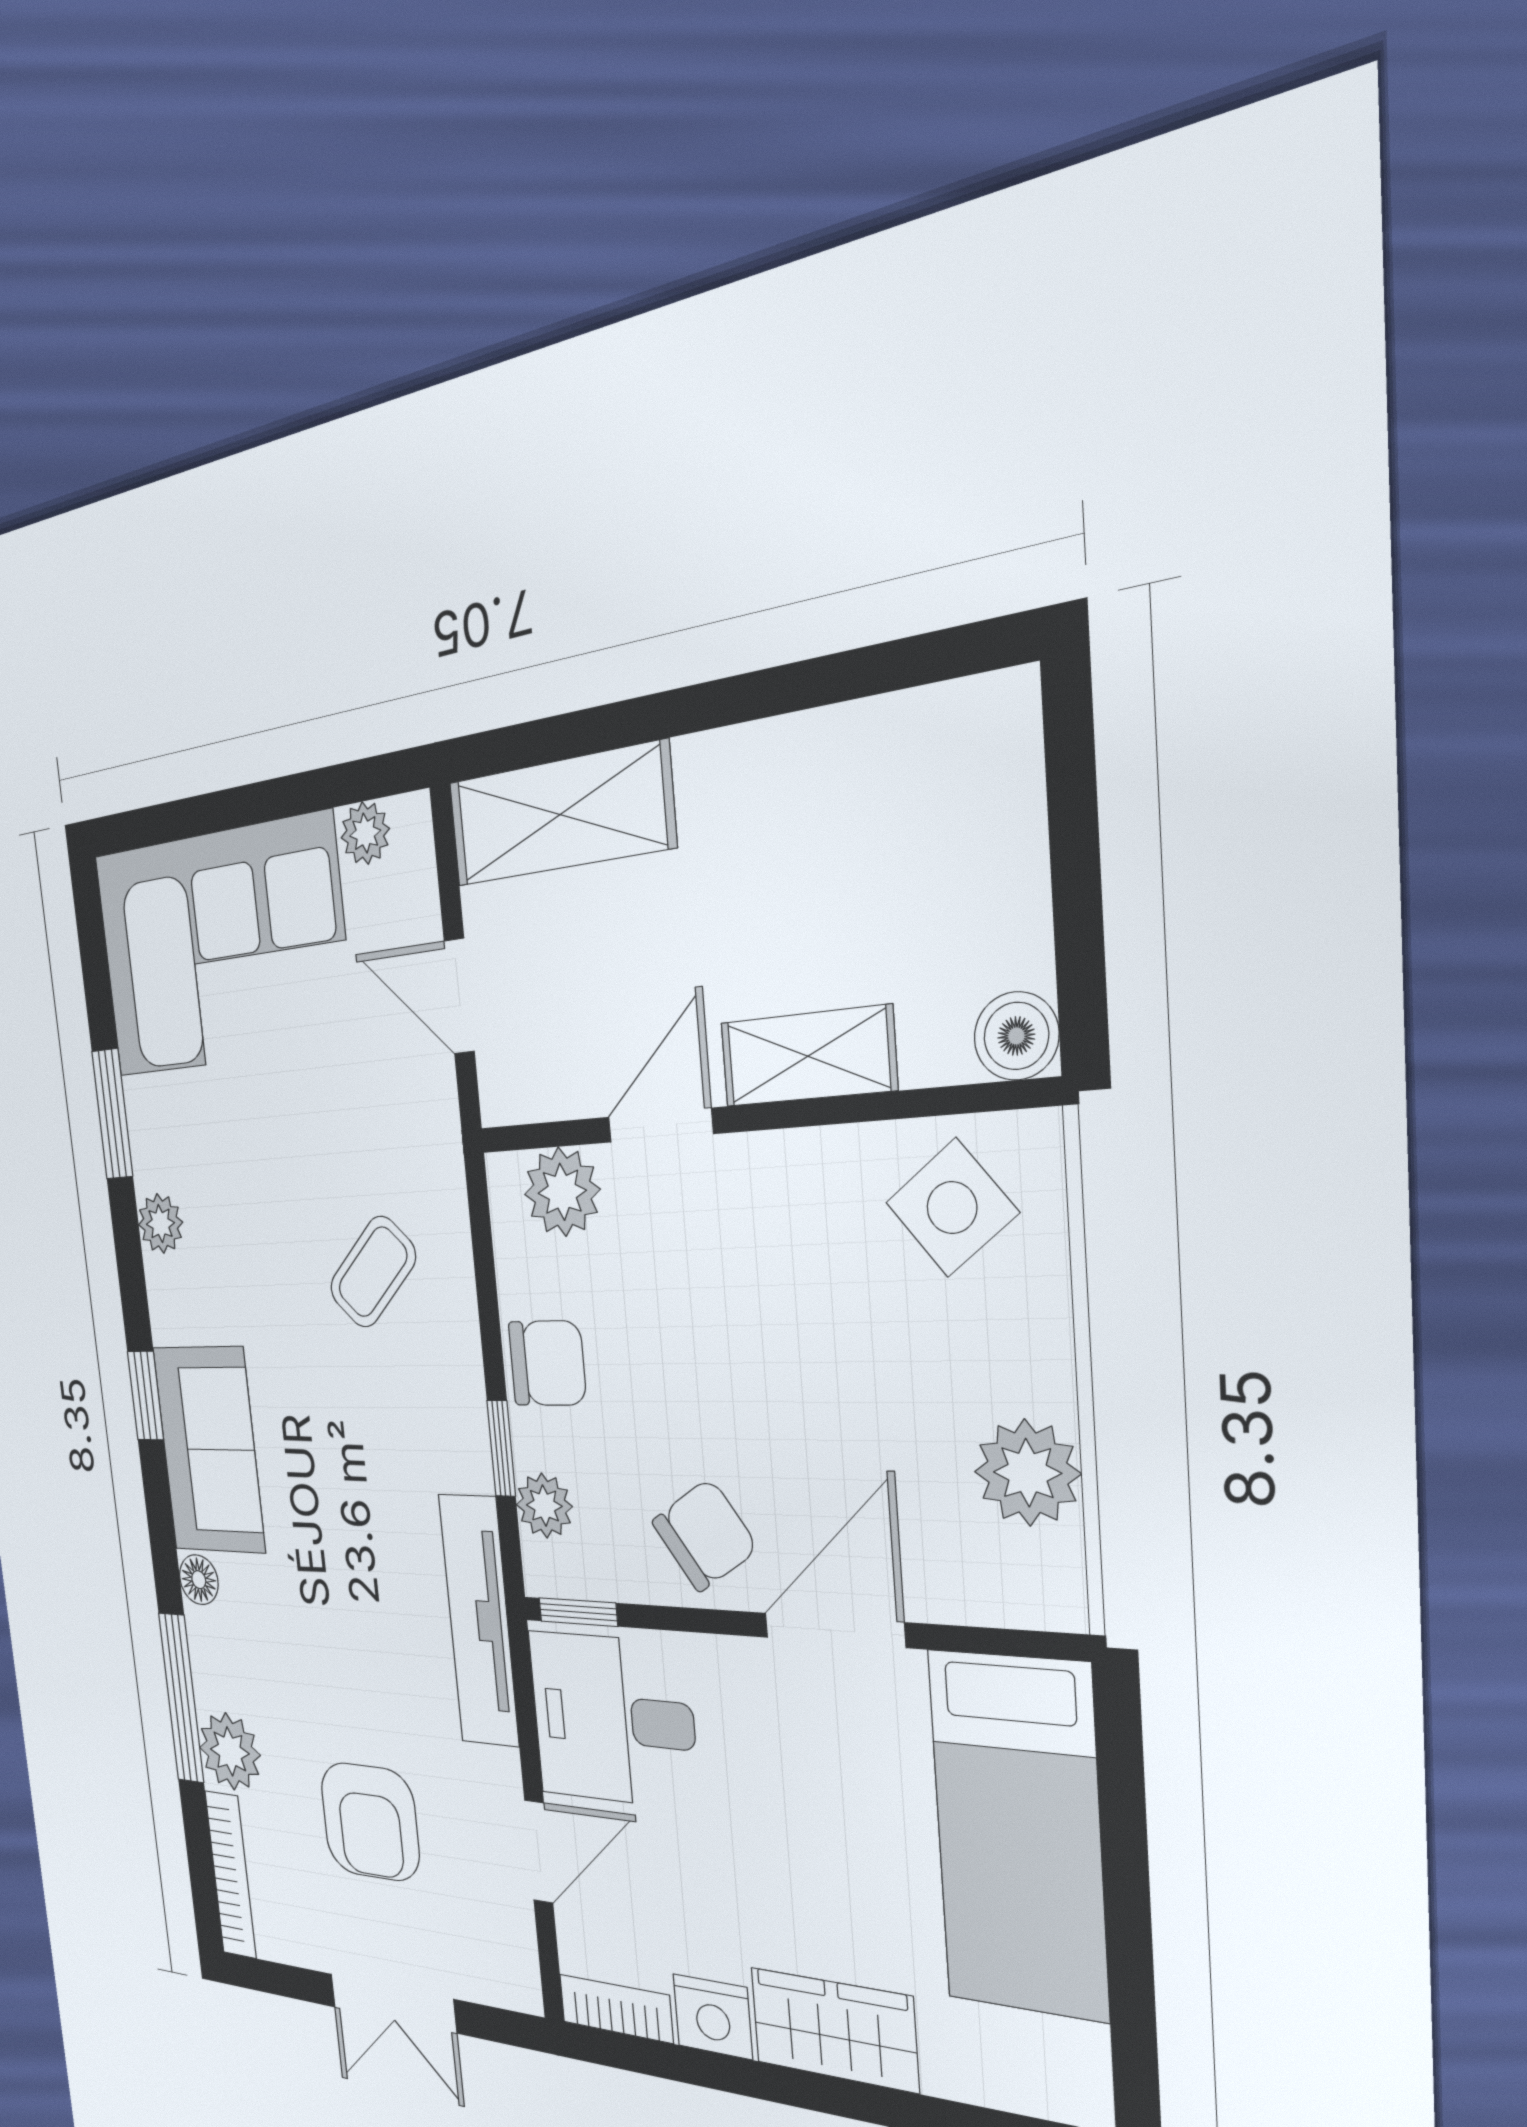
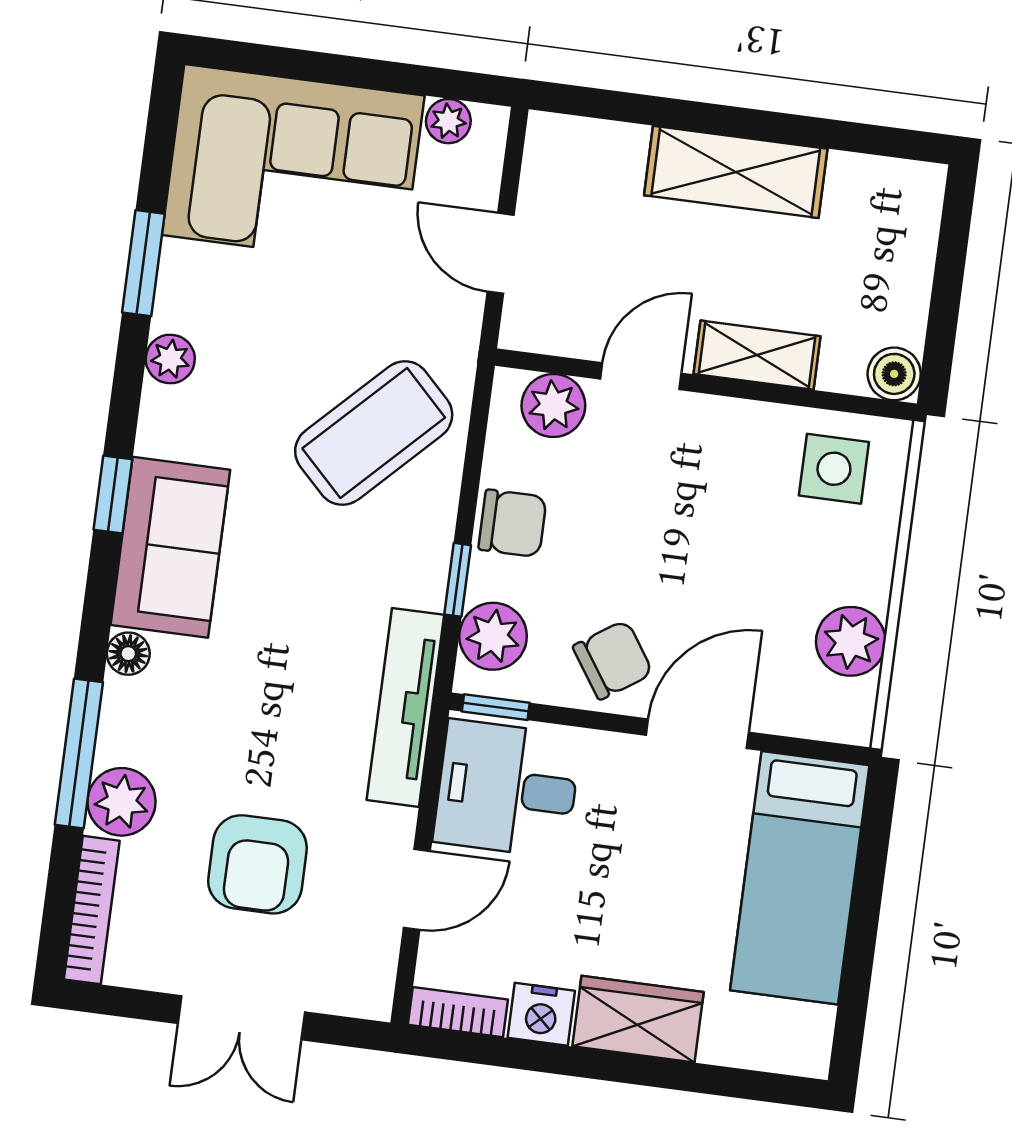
shelving: (560, 815) -> (736, 172), moved
side table: (952, 1208) -> (834, 469), turned 38
coffee table: (373, 1272) -> (374, 433), width x1.86, depth x1.72
plant: (544, 1506) -> (493, 636), width x1.38, depth x1.38

